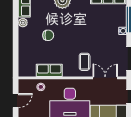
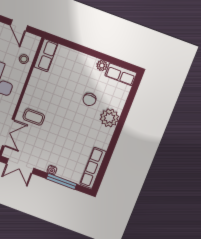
chair: (48, 35) -> (89, 99), moved
row of seats: (49, 70) -> (46, 55), moved

